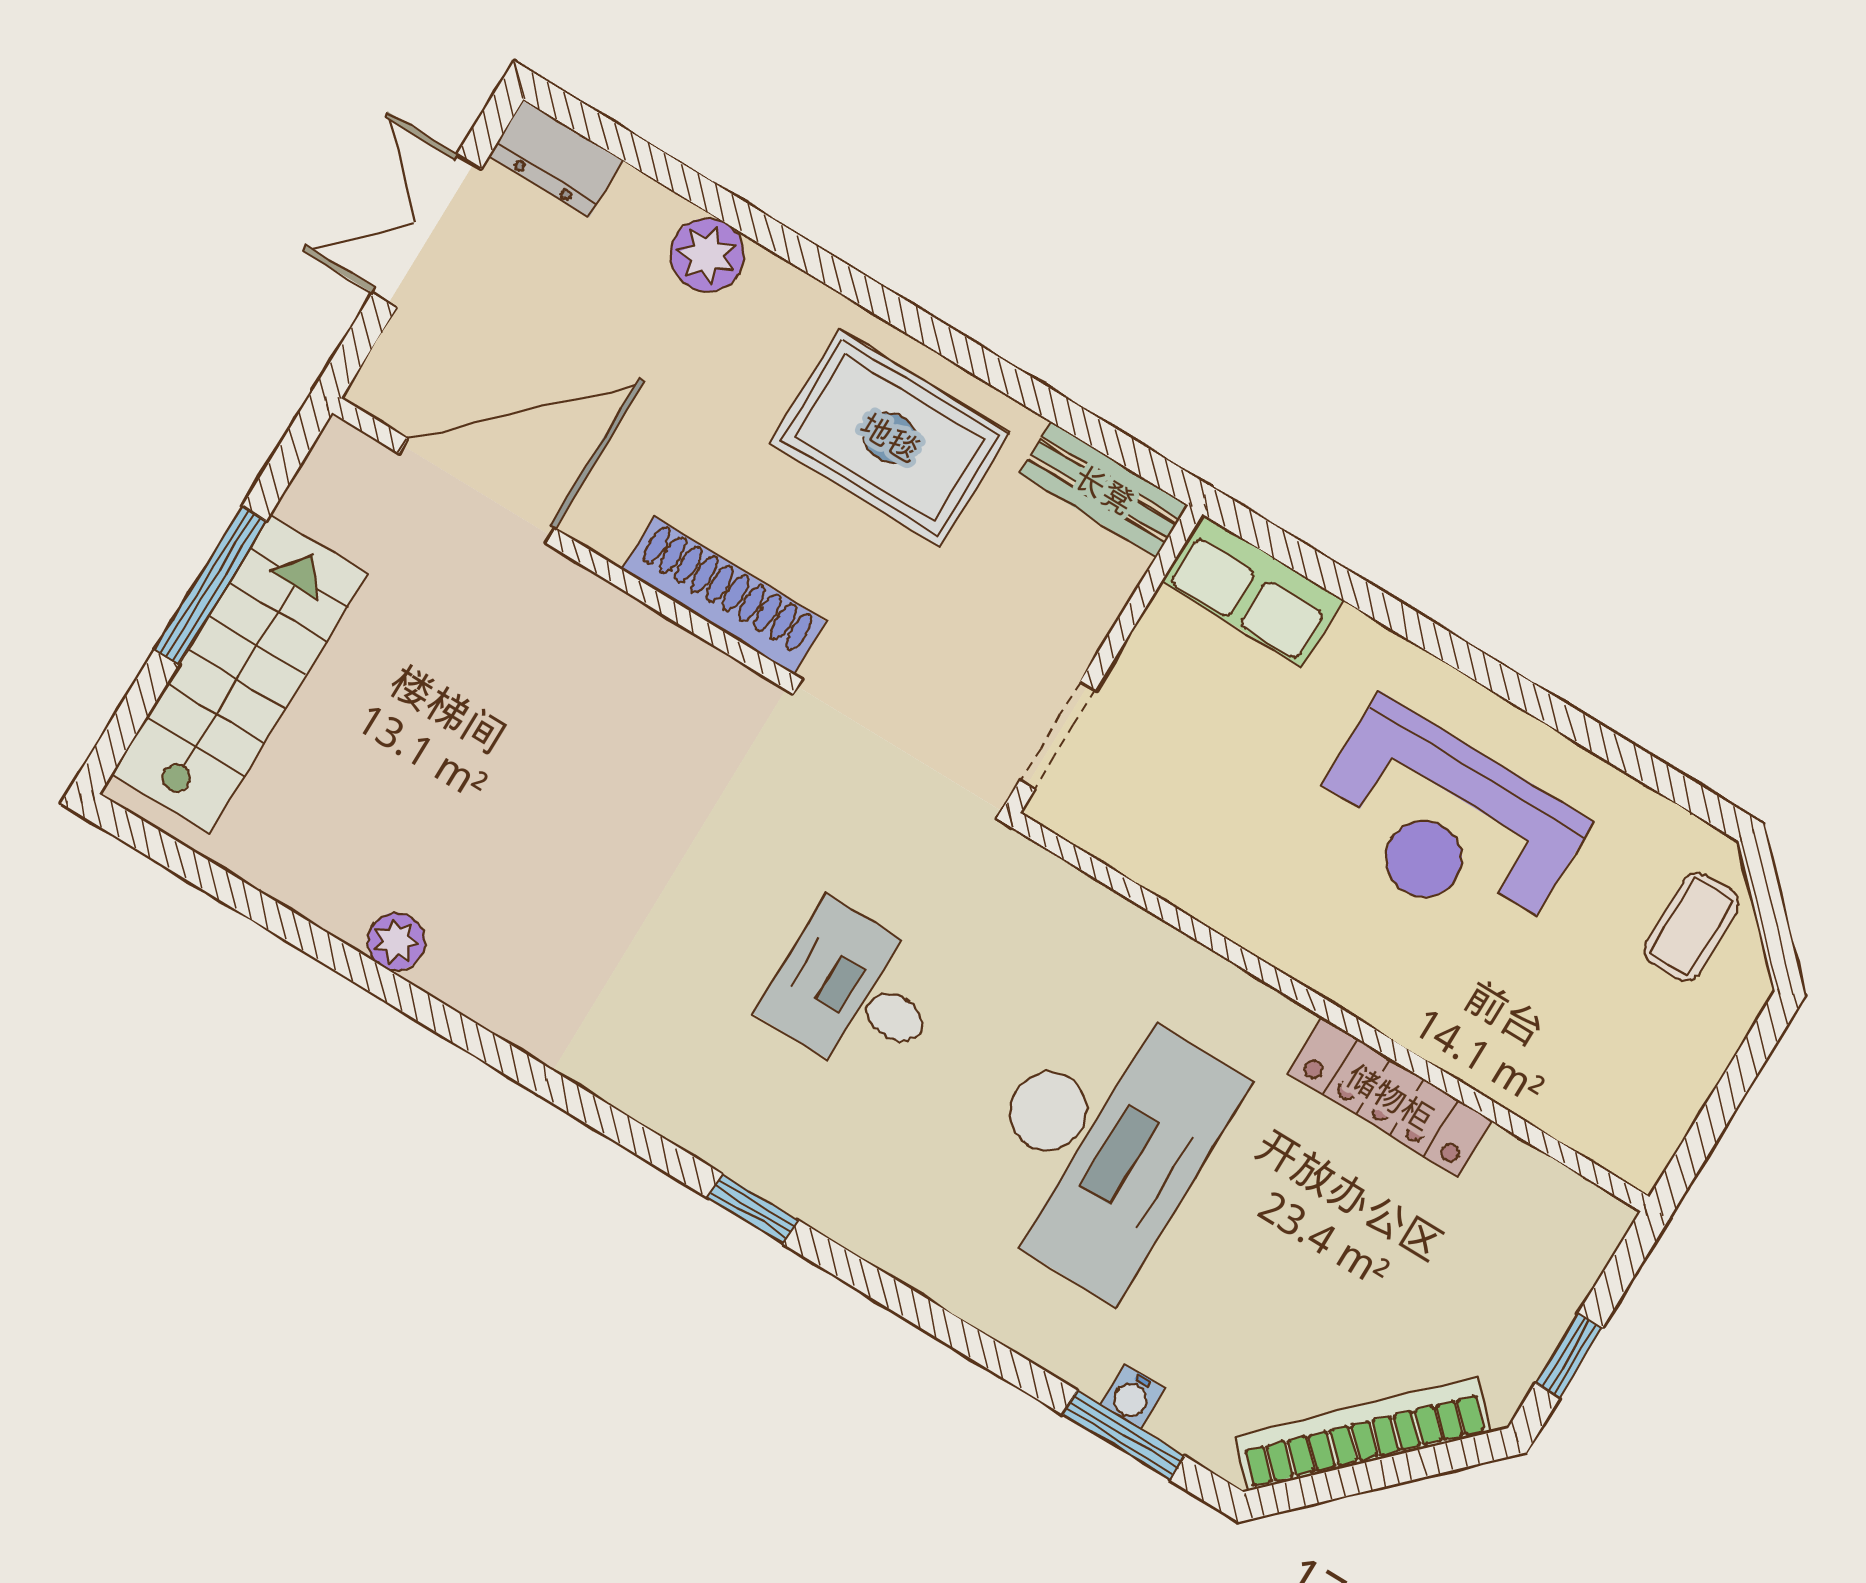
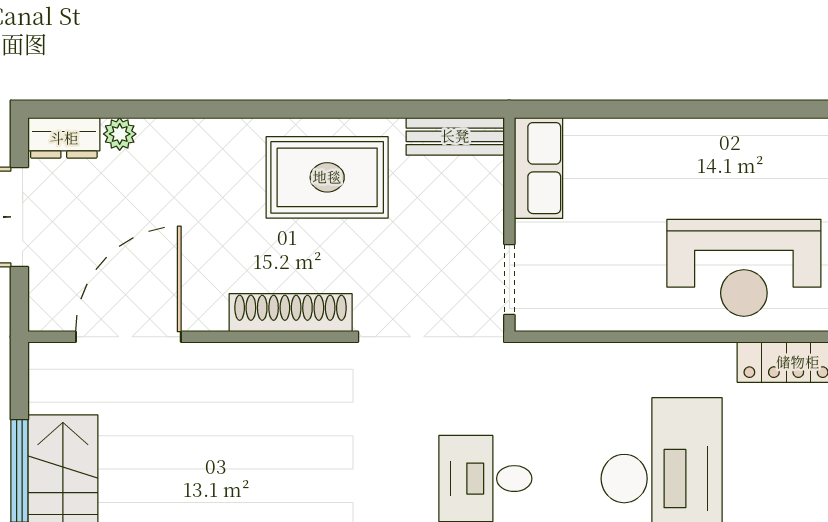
plant: (707, 255) -> (120, 134), moved, width x0.73, depth x0.73
row of seats: (1252, 591) -> (539, 168), moved, turned -90
reception desk: (1445, 824) -> (744, 268), moved

